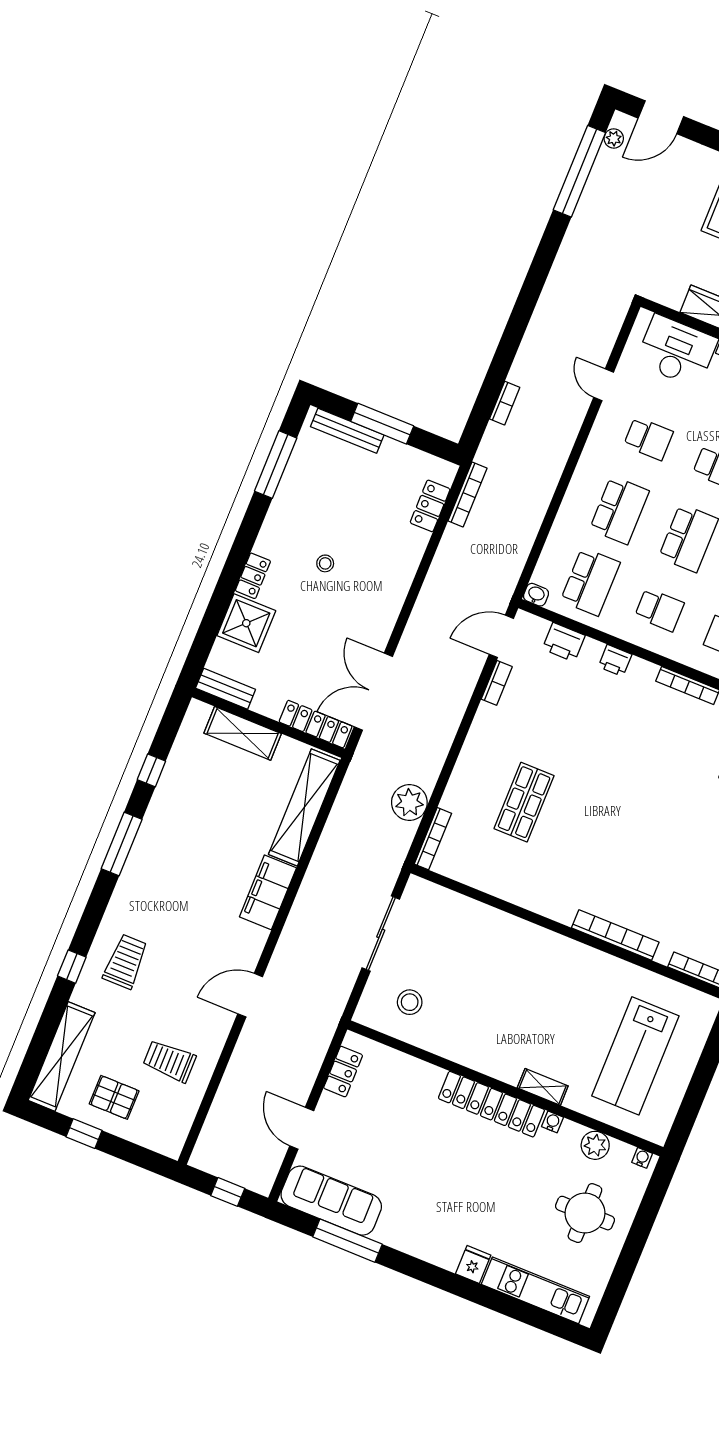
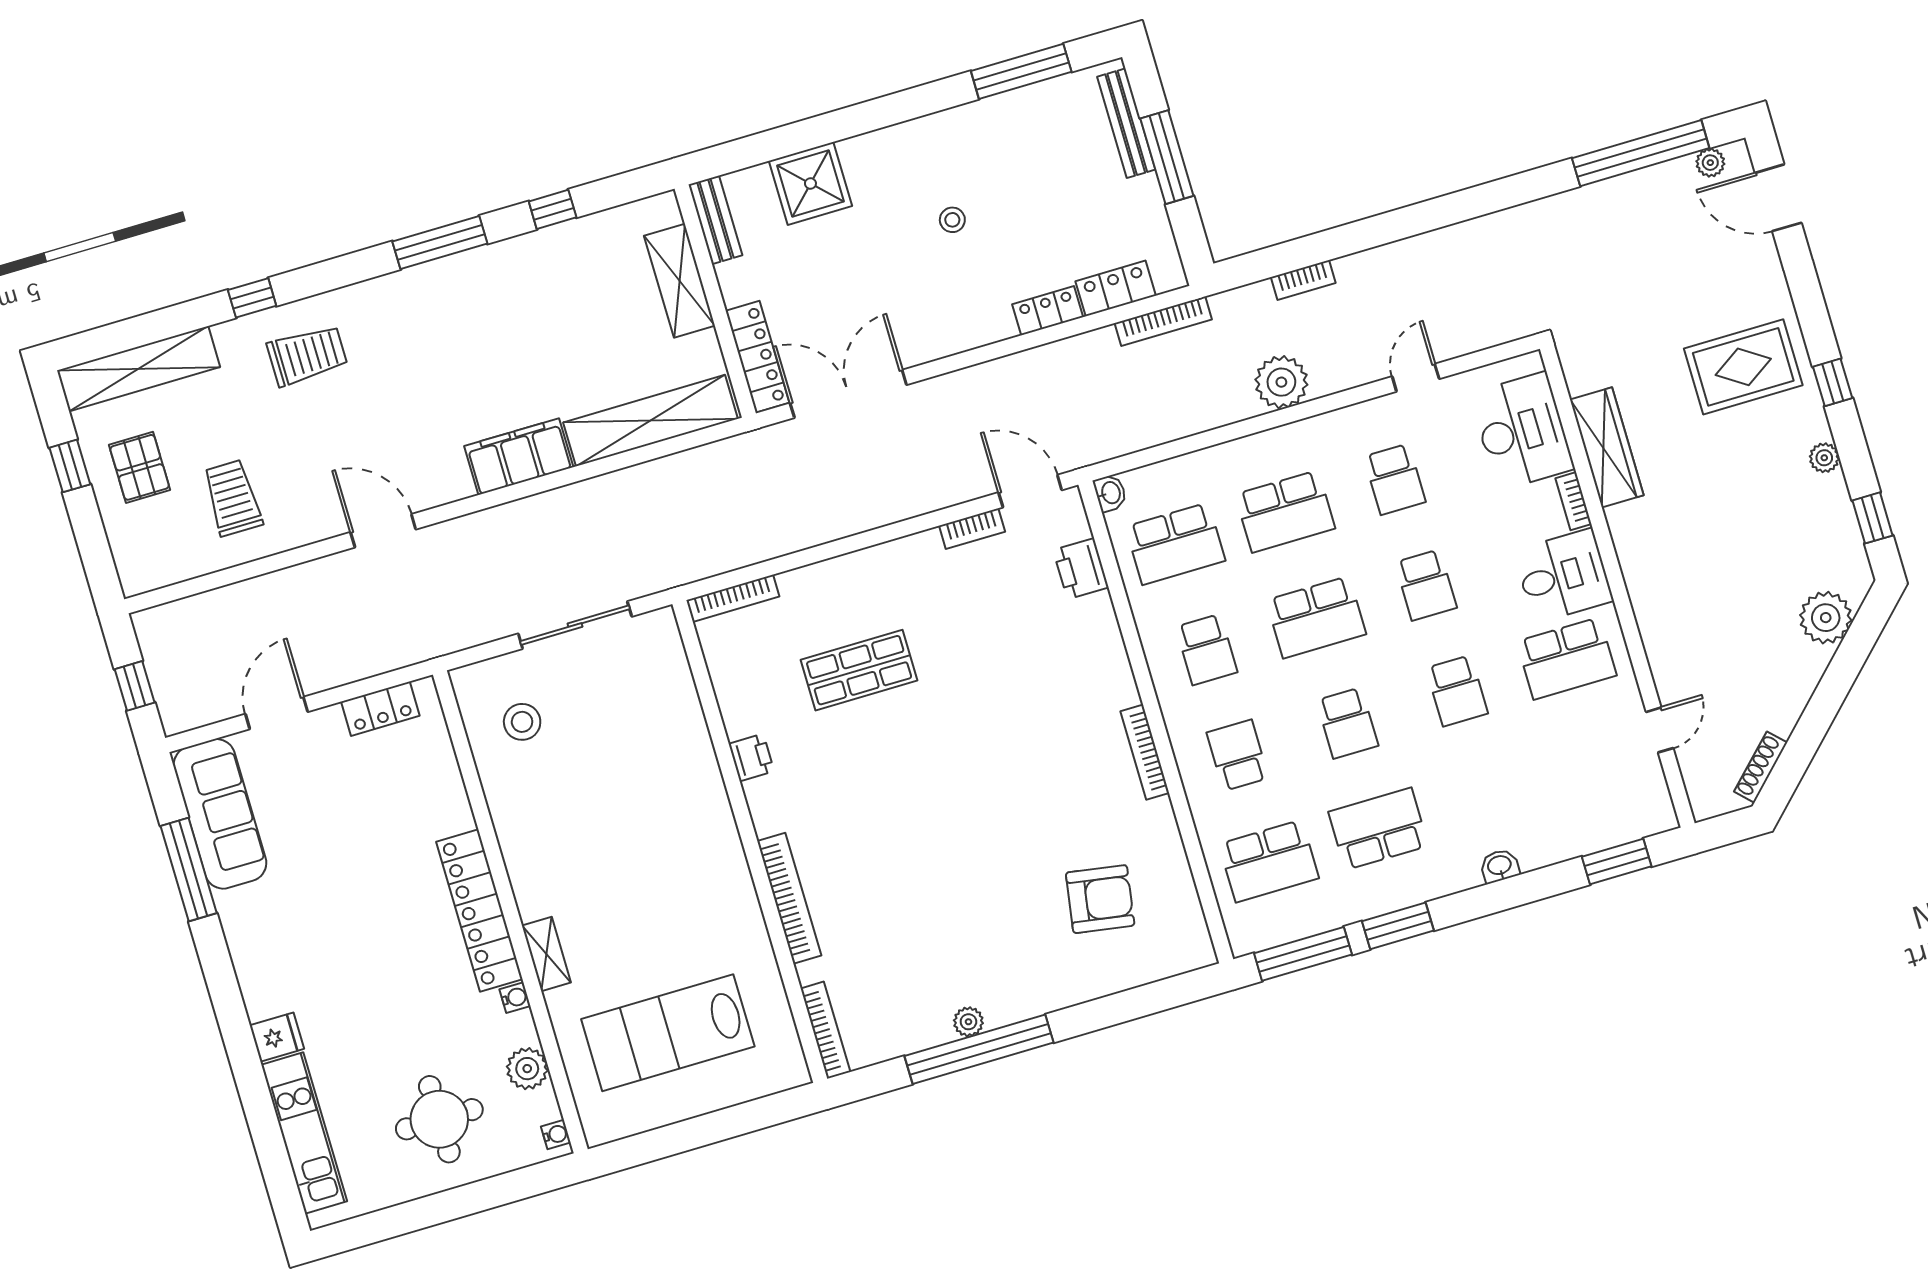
locker: (253, 576) -> (1048, 311), moved, turned 180
printer: (615, 661) -> (751, 757), moved, turned 180
plant: (409, 803) -> (1281, 382), moved

